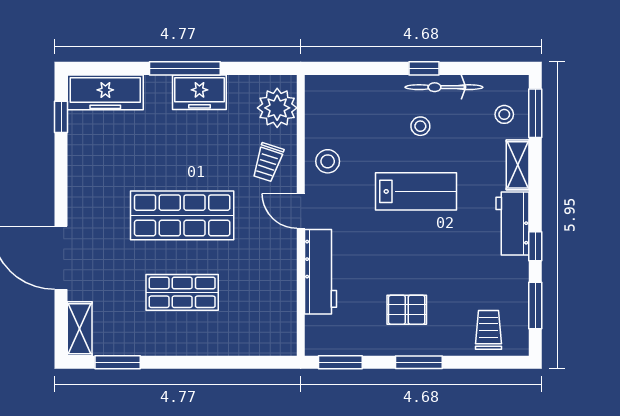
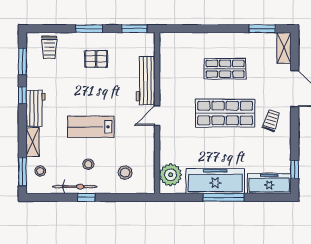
freezer: (199, 92) -> (215, 181), width x1.91, depth x1.26
stool: (328, 161) -> (125, 173), moved
trolley: (268, 162) -> (271, 120), moved
door: (301, 211) -> (157, 116), swing flipped

